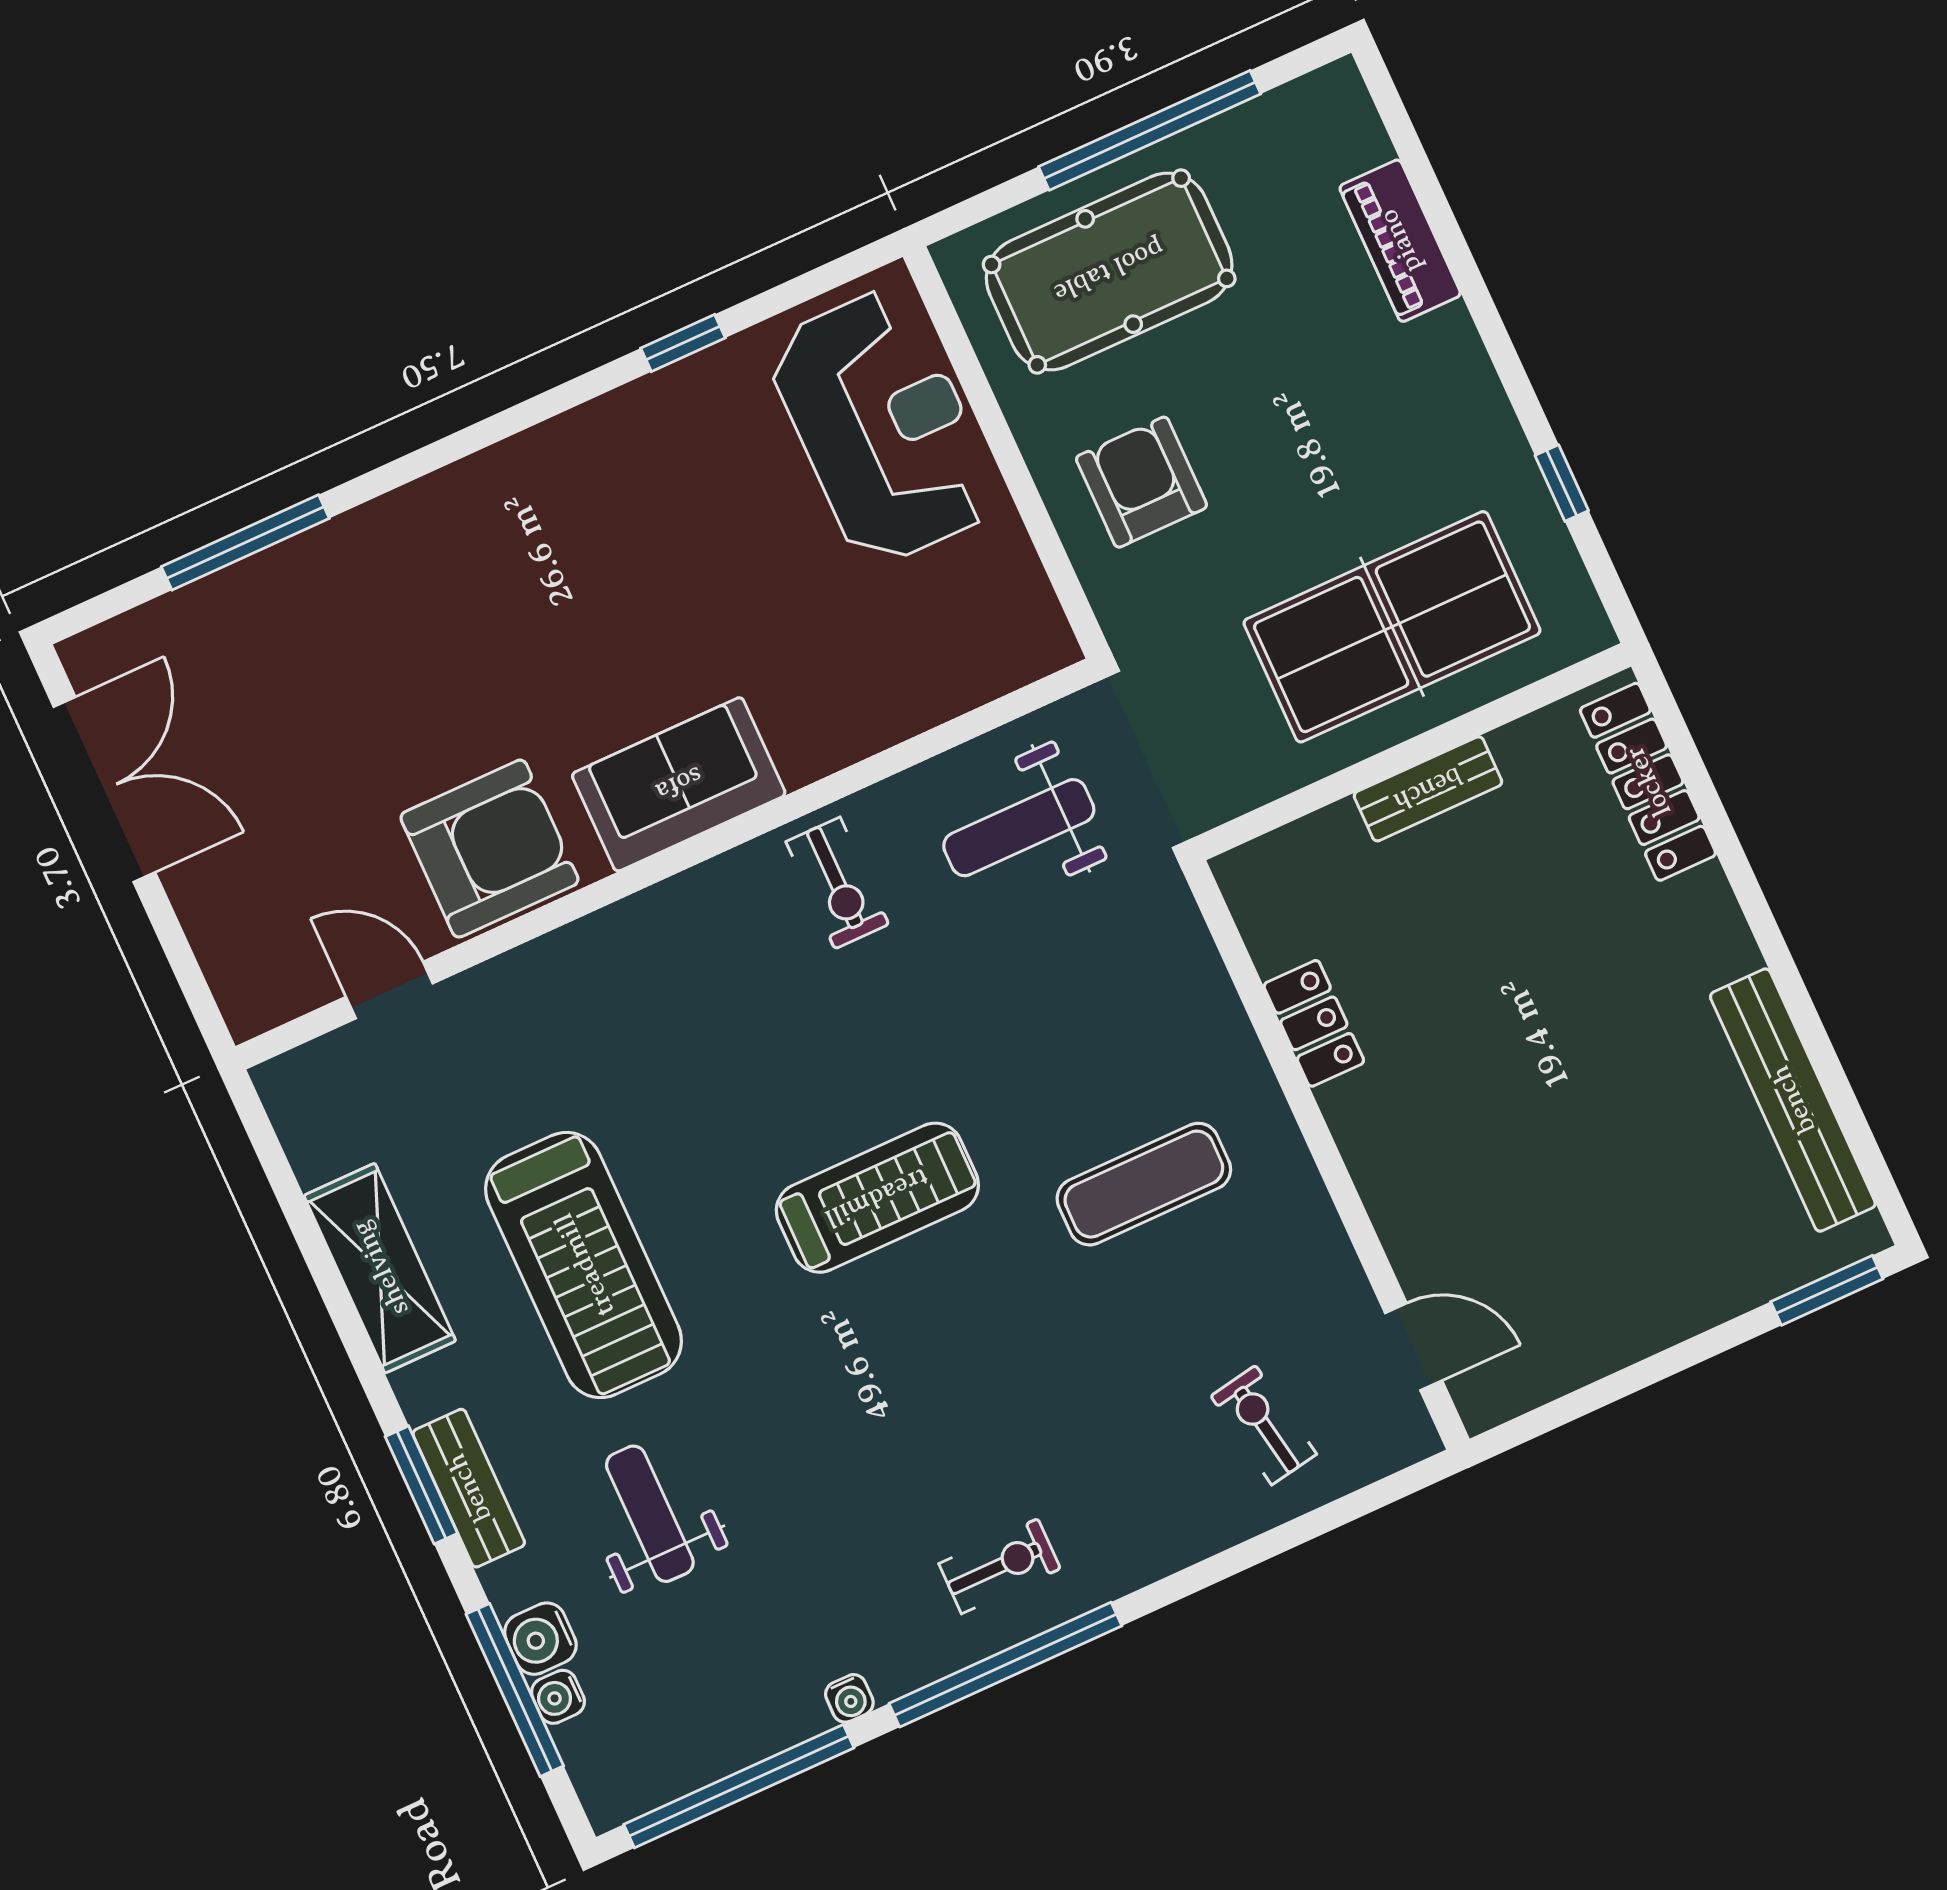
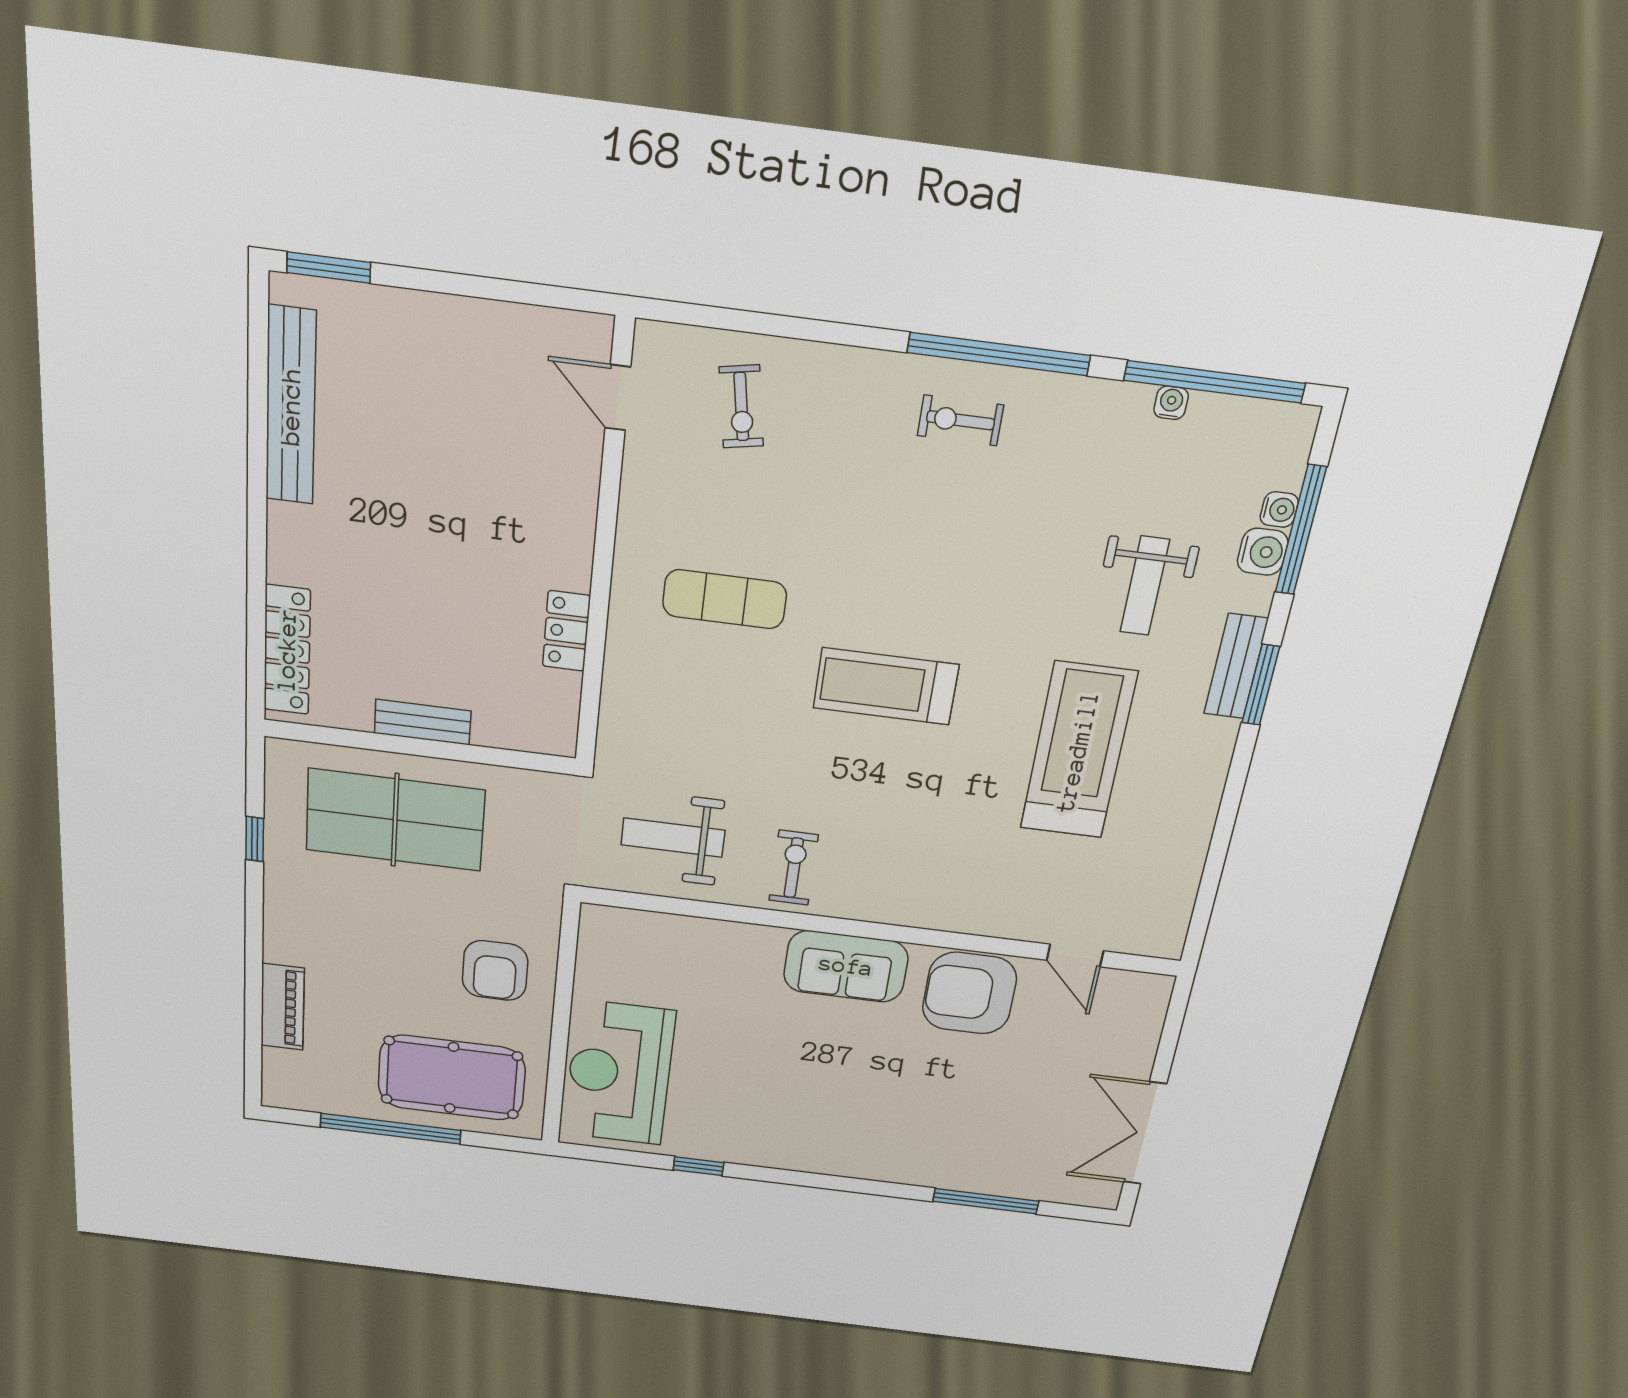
weight bench: (1019, 828) -> (673, 838), turned 180
shelving: (380, 1268) -> (1191, 817), removed
water cooler: (849, 1698) -> (1171, 403), moved

